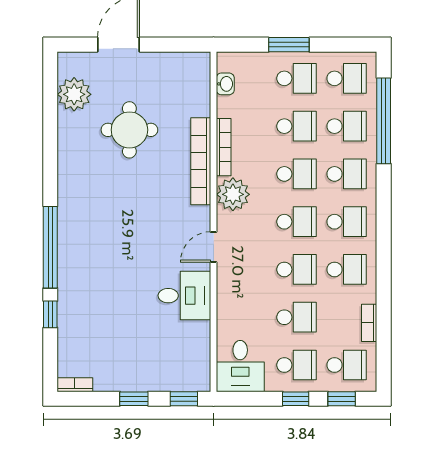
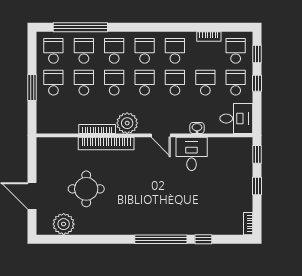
washbasin: (225, 84) -> (197, 128), moved

